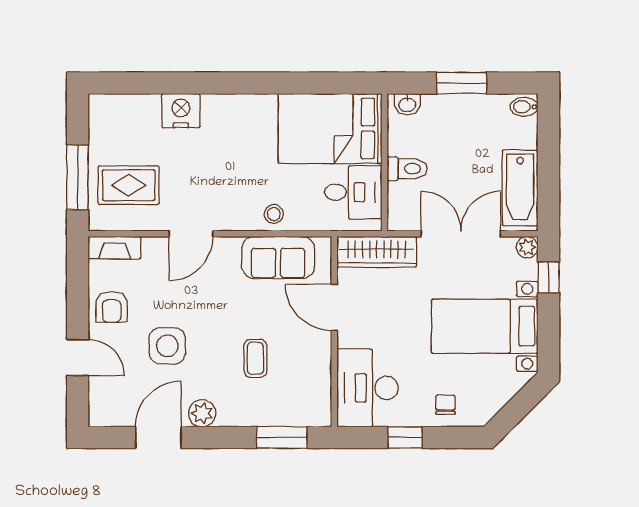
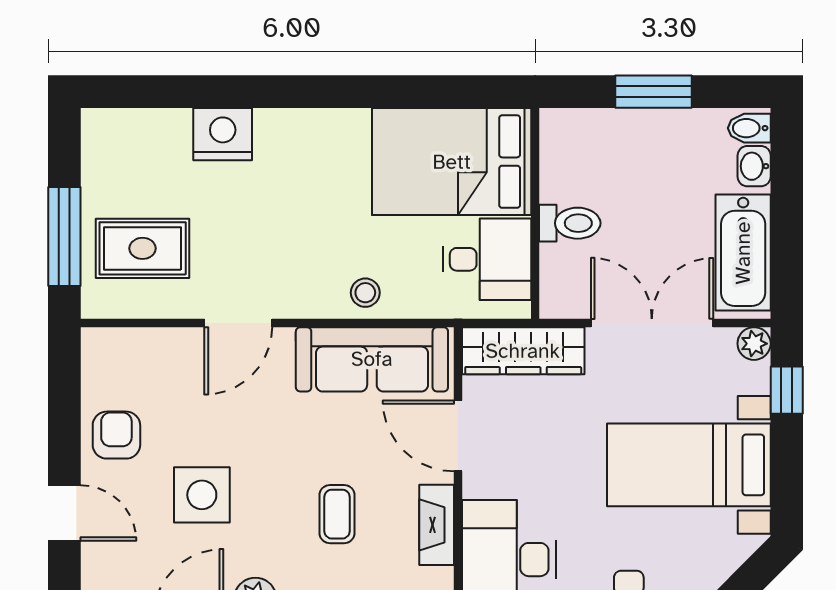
washbasin: (407, 104) -> (754, 166), moved, turned 90
fireplace: (114, 248) -> (437, 525), moved, turned 90
sofa: (278, 257) -> (372, 359), width x1.36
armchair: (112, 307) -> (116, 435), turned 180

